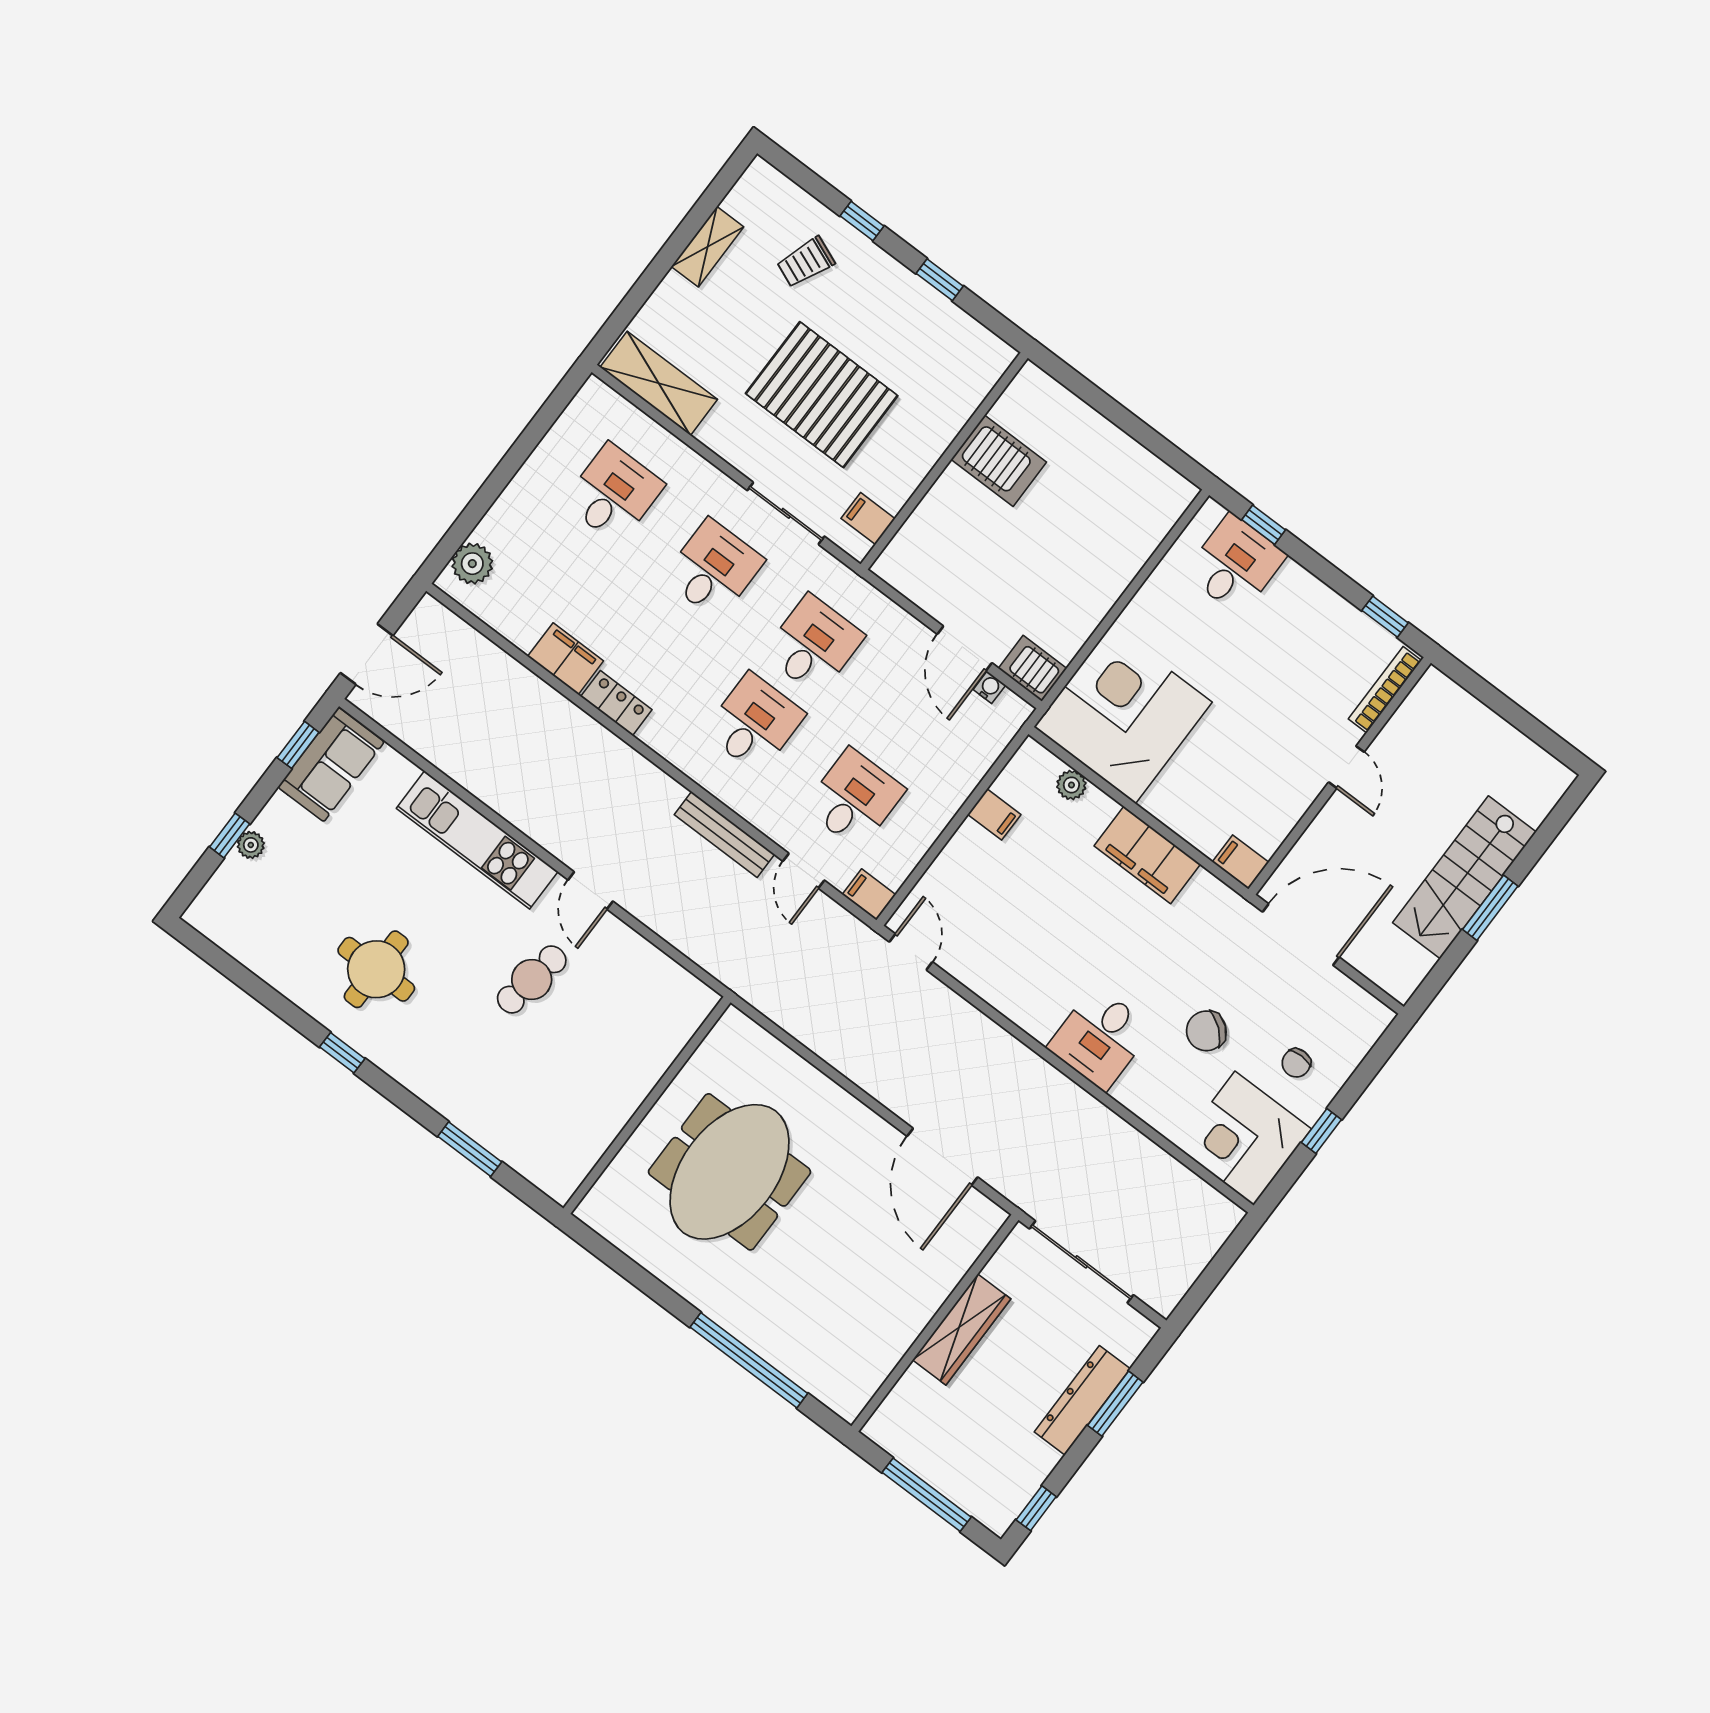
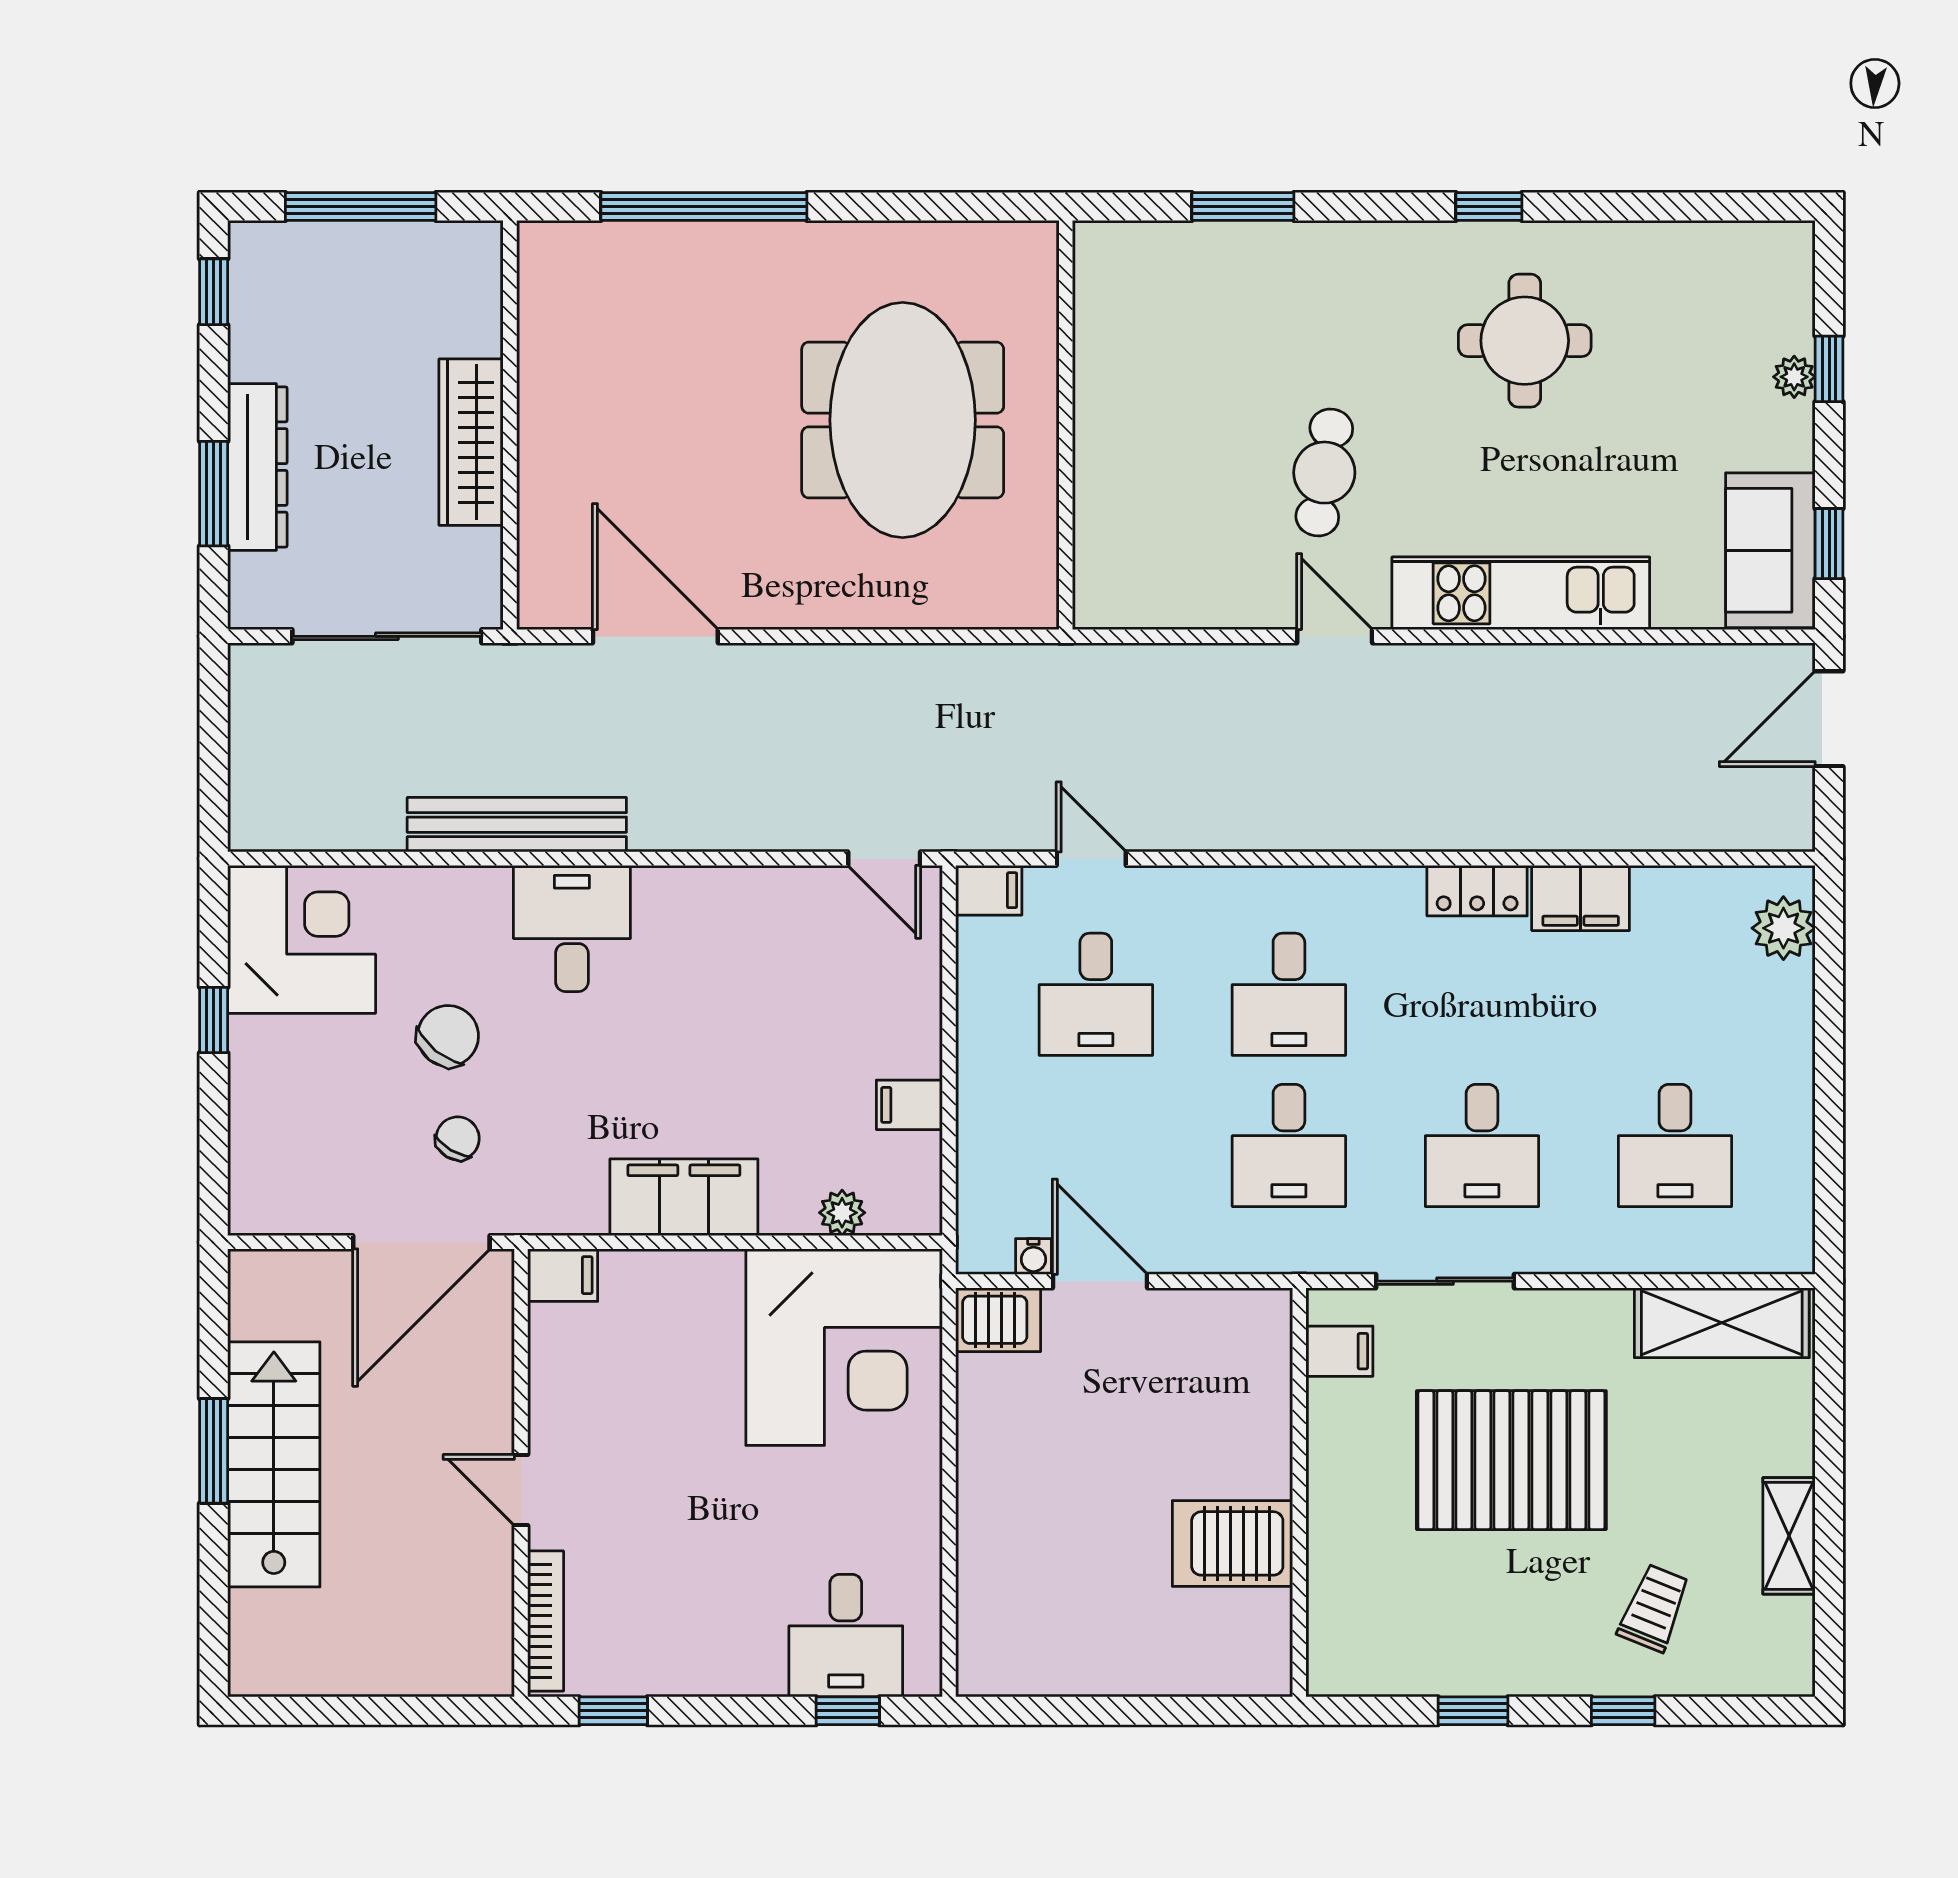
bench: (724, 835) -> (517, 825), moved, width x1.37, depth x1.21
chair: (1296, 1063) -> (458, 1138), moved, turned 31

